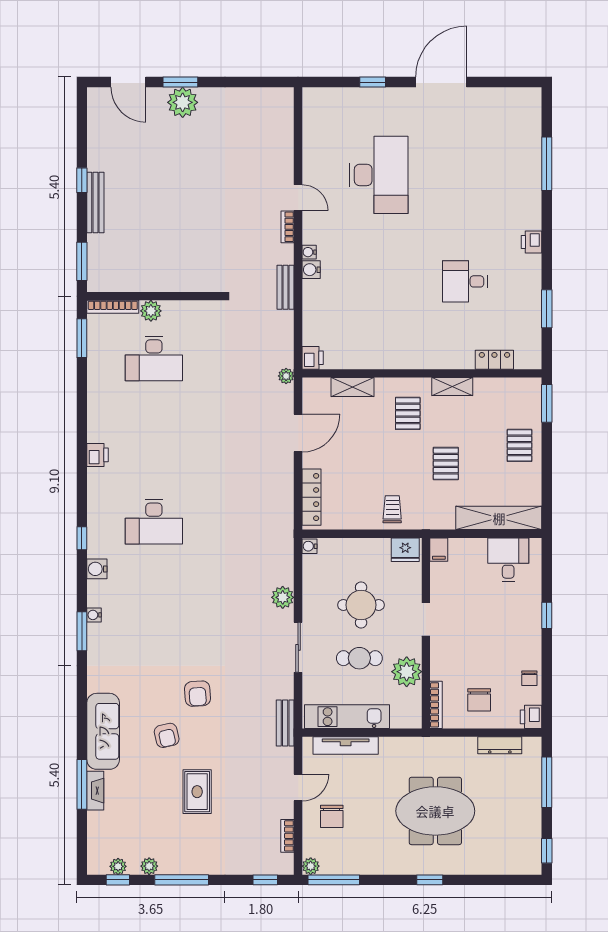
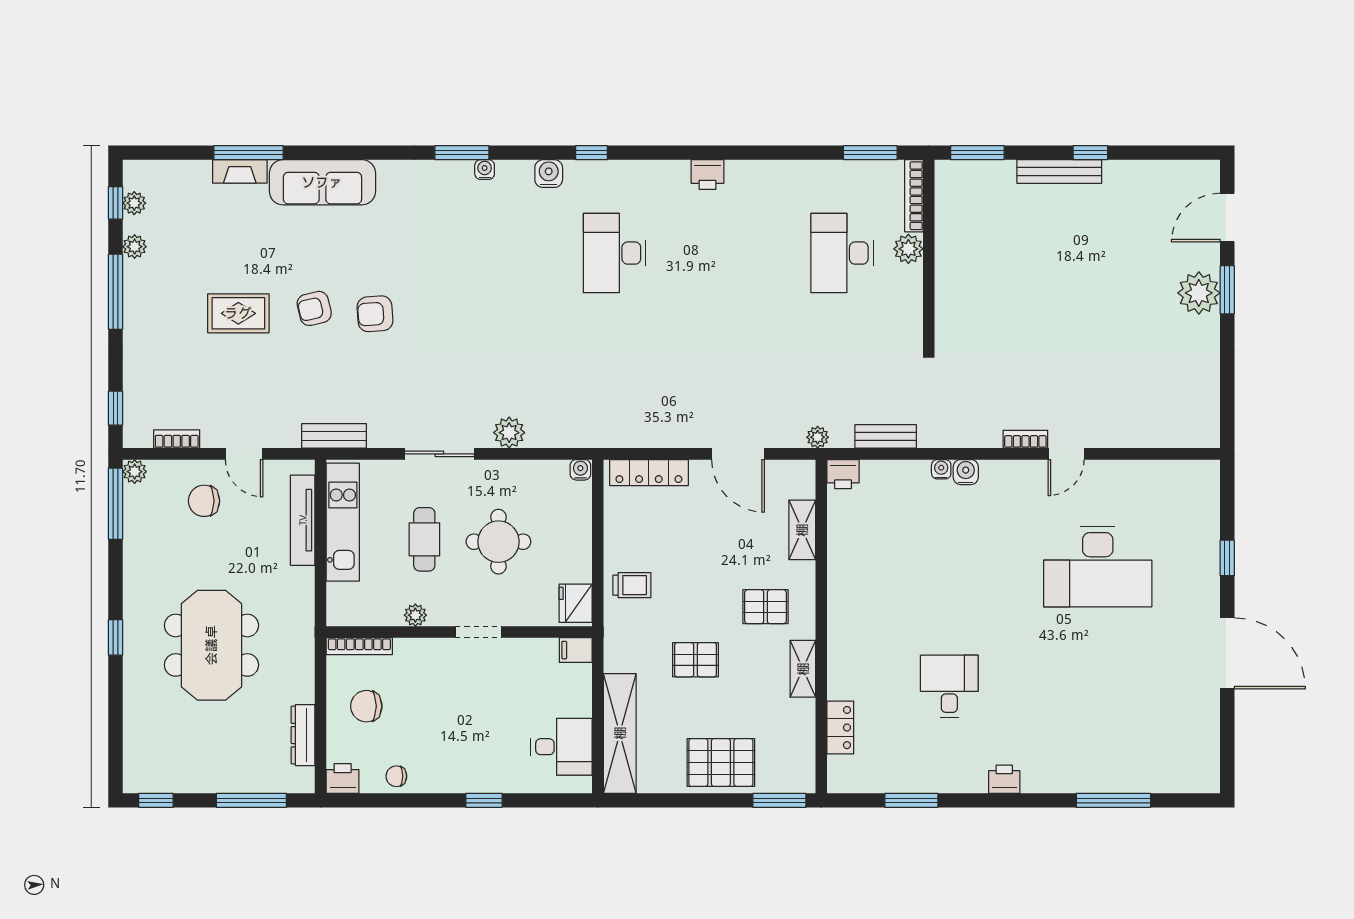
water cooler: (309, 252) -> (941, 469), moved
bench: (286, 287) -> (886, 436), moved
pallet: (520, 445) -> (721, 762), width x1.50, depth x1.42
plant: (407, 672) -> (415, 615), width x0.53, depth x0.53
armchair: (167, 735) -> (314, 308), moved

